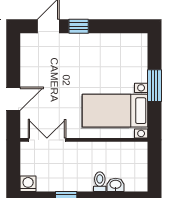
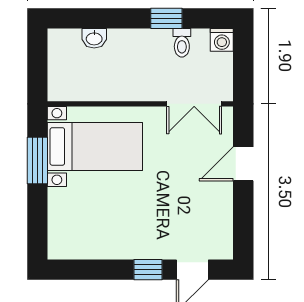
window: (154, 86) -> (37, 160), moved
toilet: (100, 182) -> (182, 43), moved

